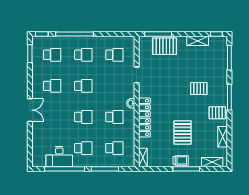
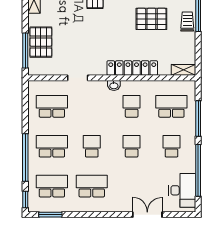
school desk: (52, 55) -> (52, 186), width x1.85
school desk: (83, 55) -> (52, 146), width x1.85
school desk: (114, 55) -> (52, 106), width x1.85
school desk: (52, 86) -> (92, 186), width x1.85
double door: (30, 110) -> (147, 215), moved
school desk: (114, 148) -> (171, 106), width x1.85
desk: (59, 157) -> (182, 190), moved

